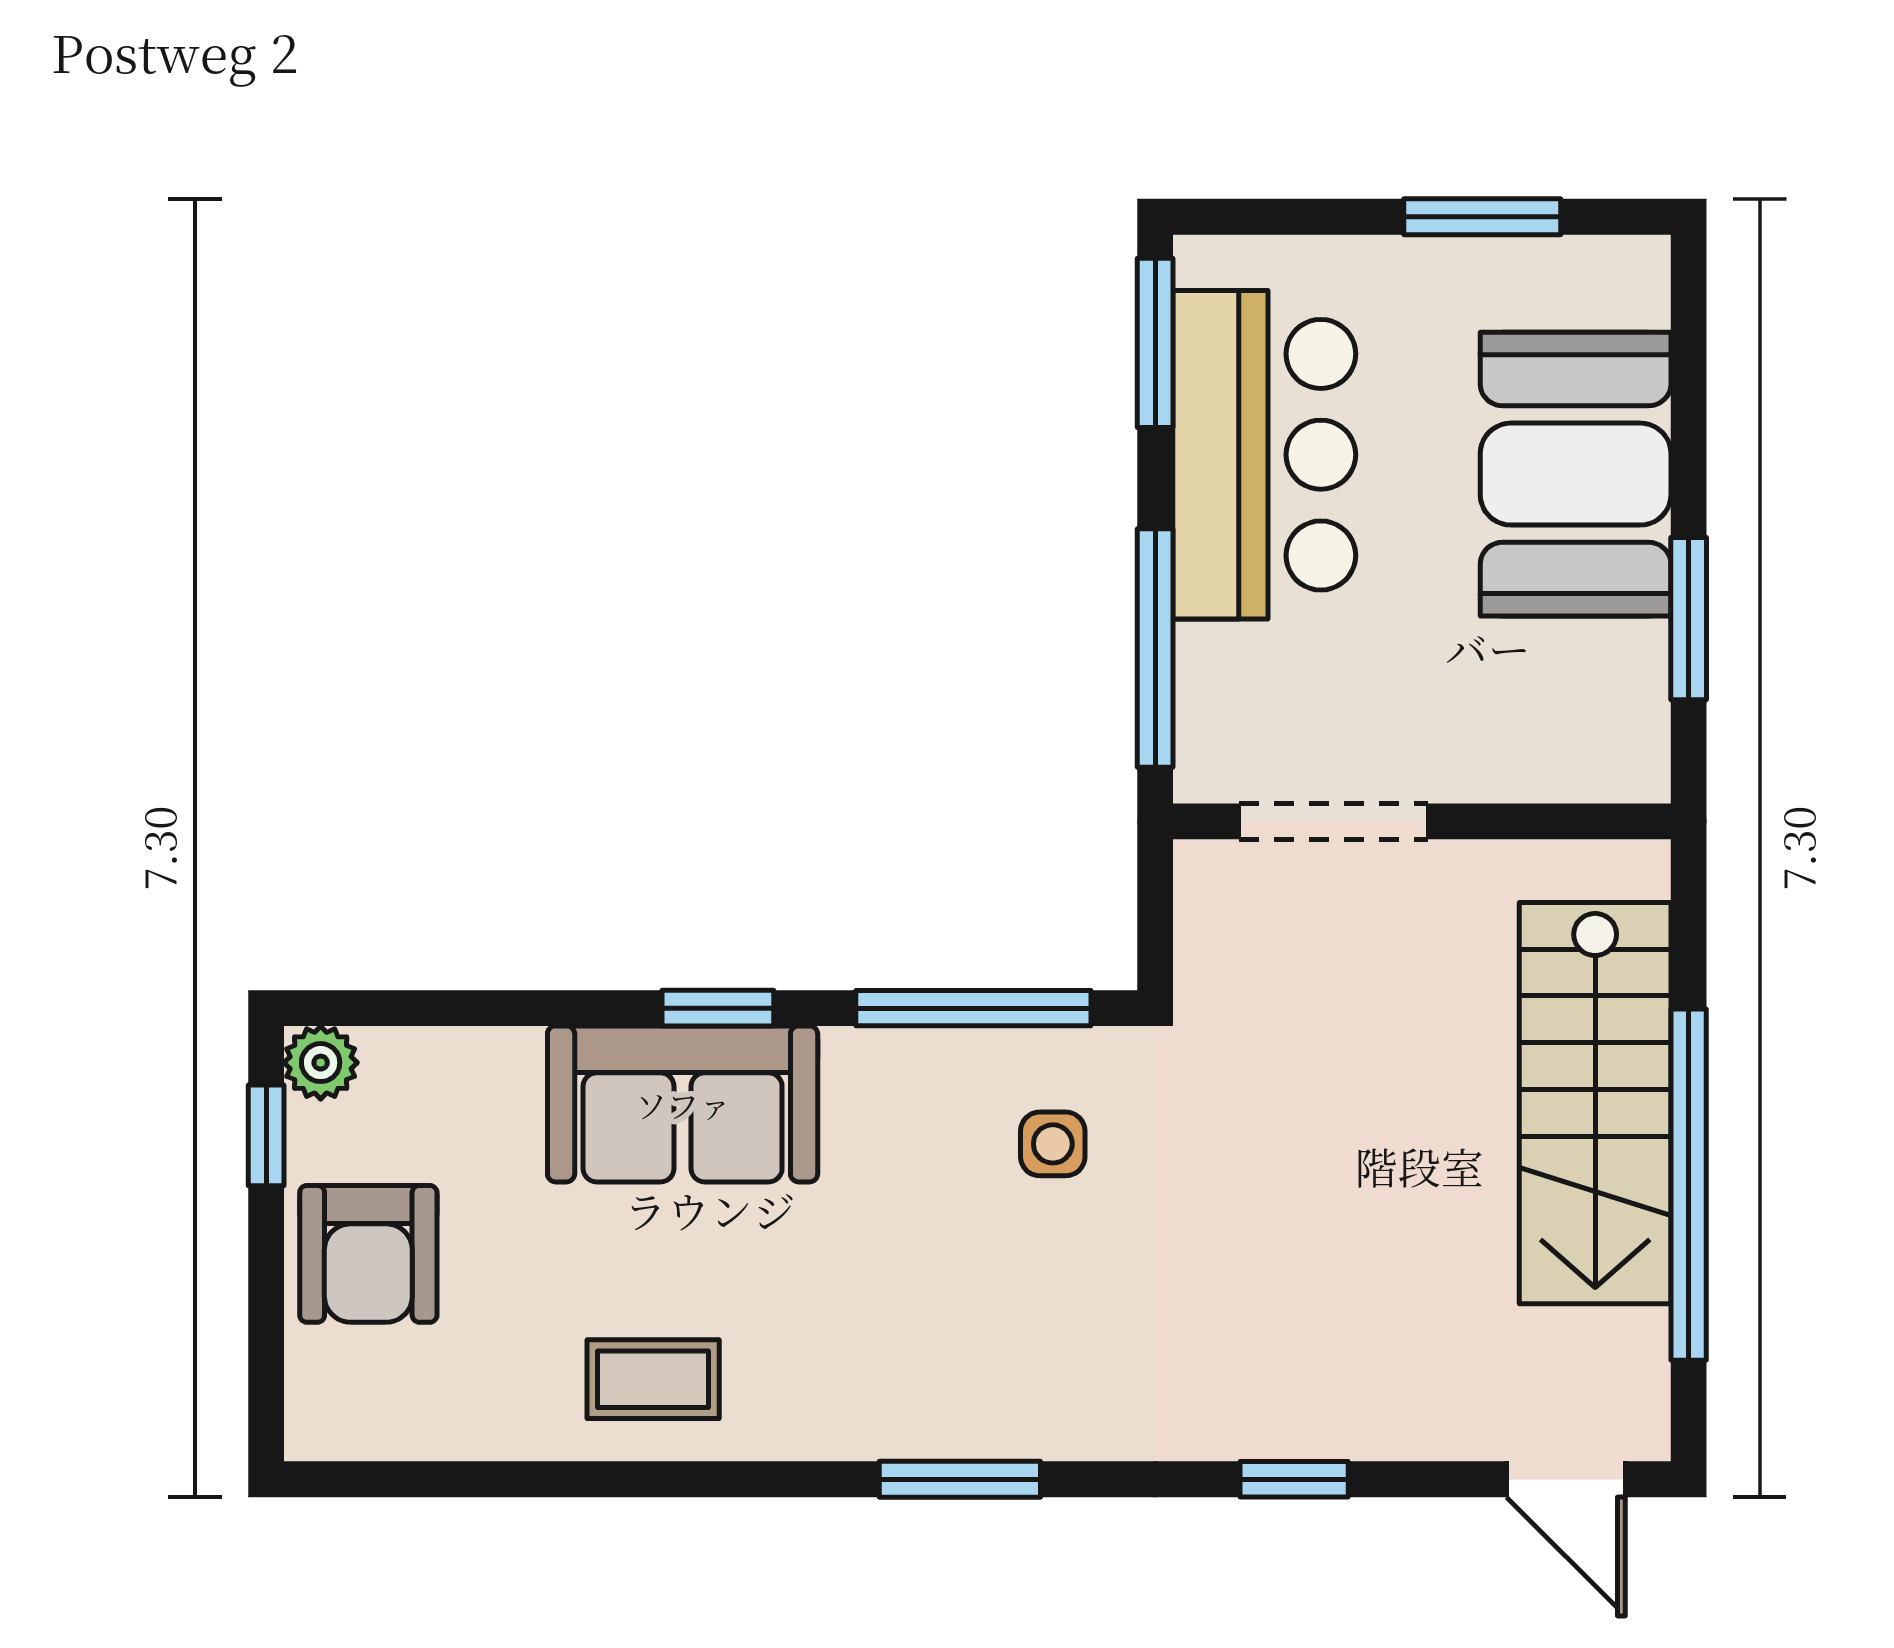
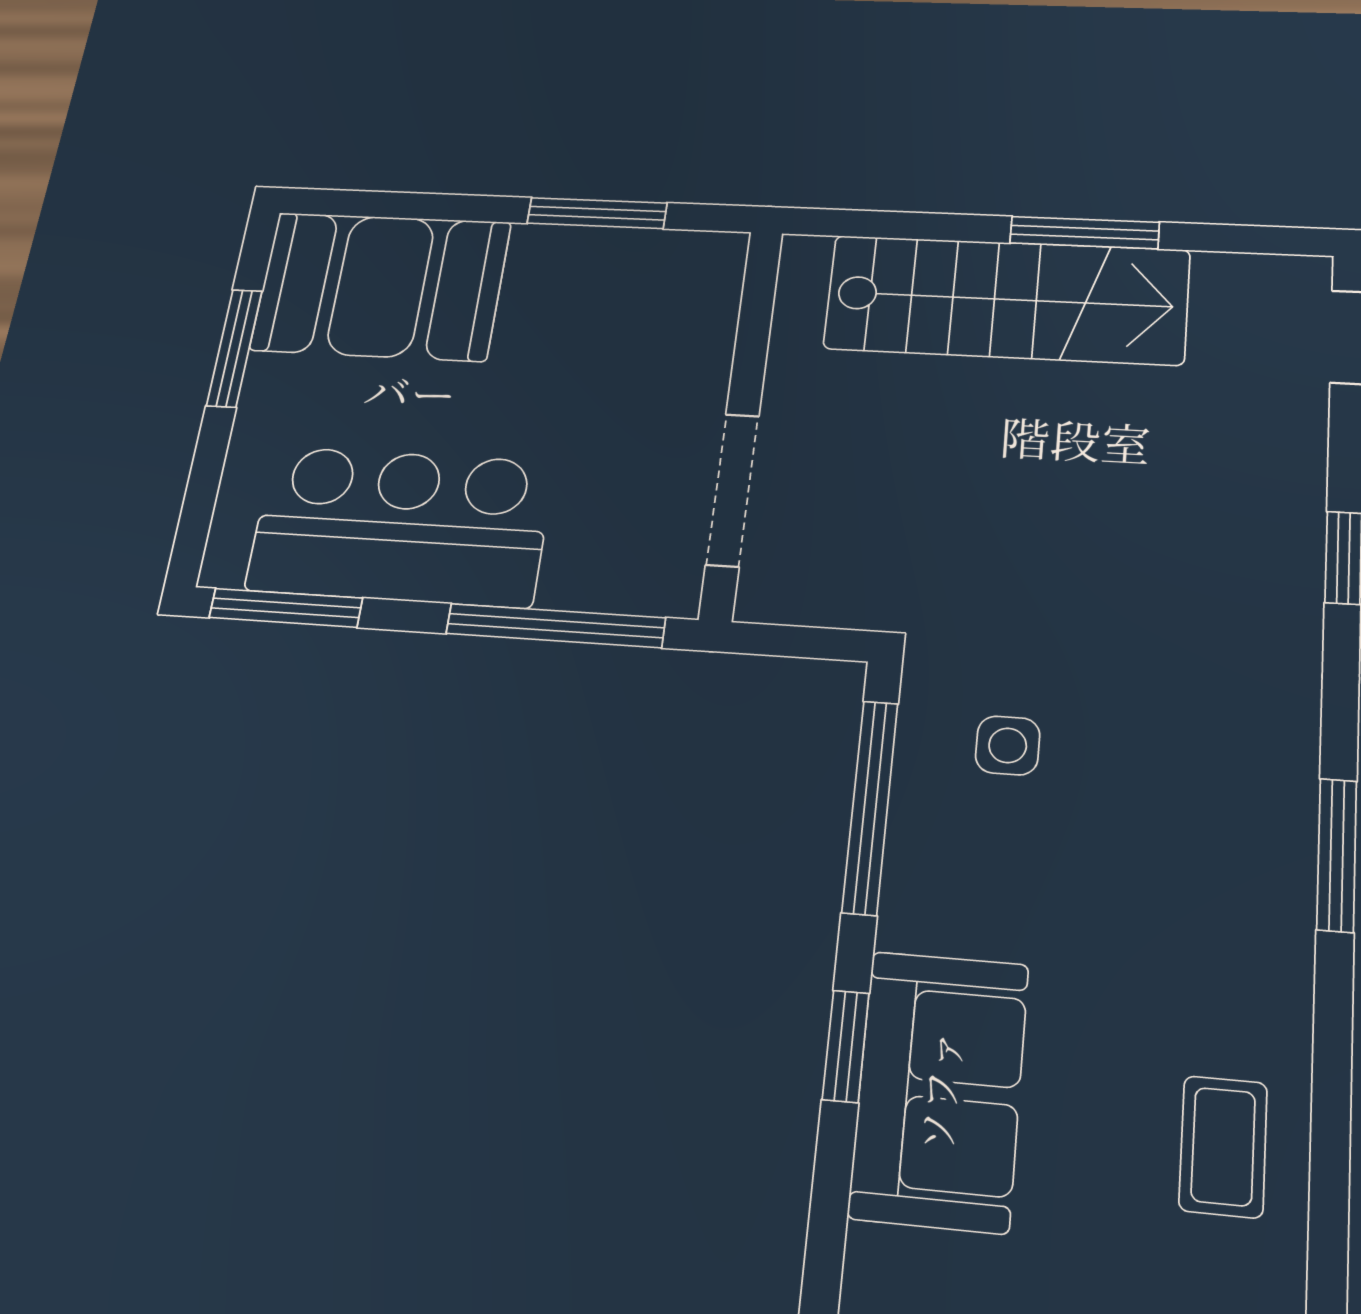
booth: (1576, 474) -> (381, 286), moved
window: (1689, 1185) -> (1085, 233), width x0.47

